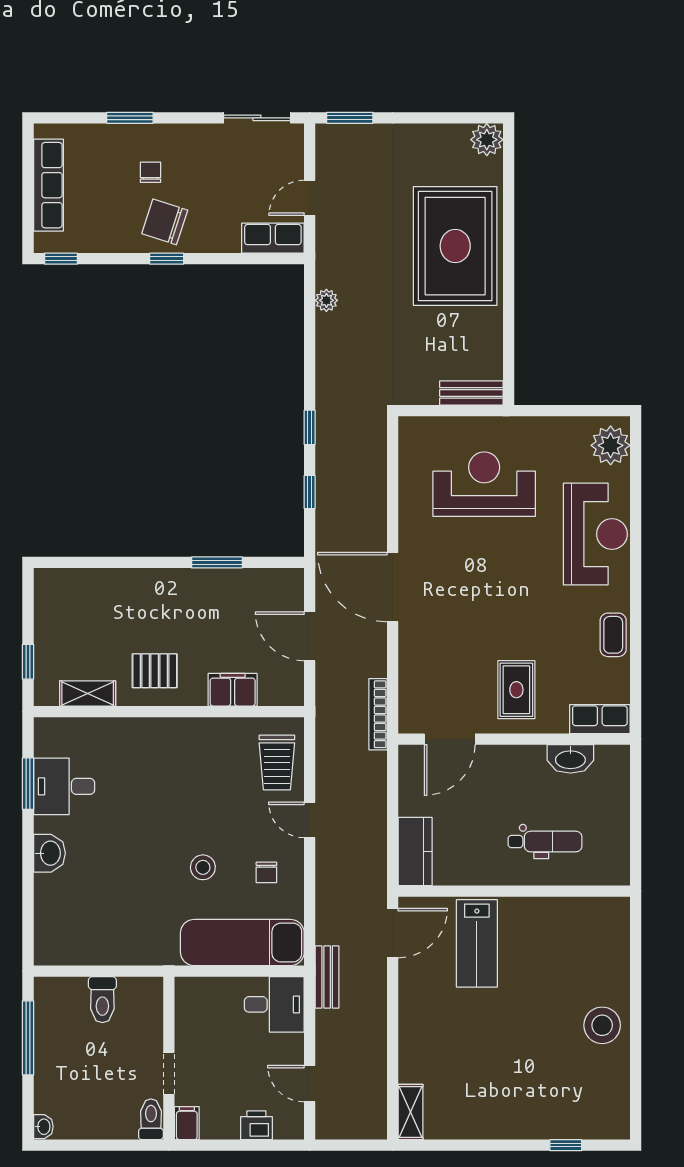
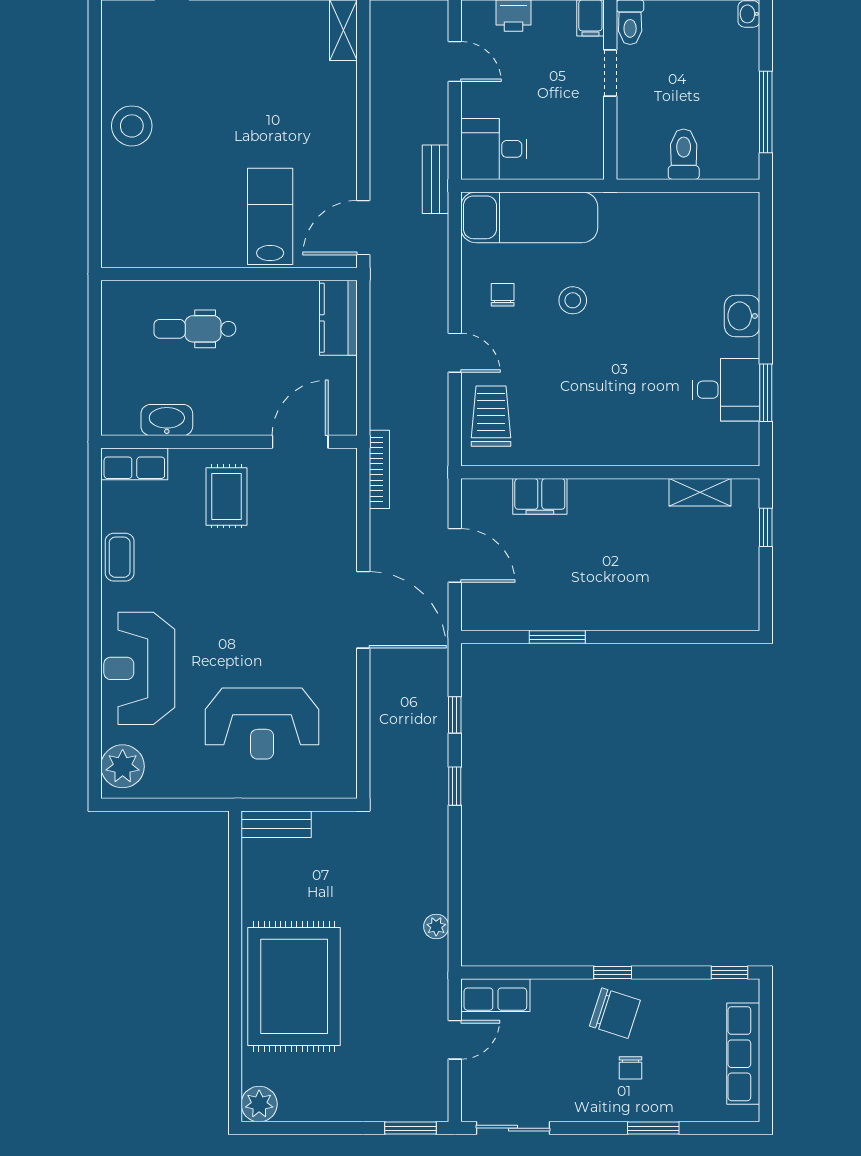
pallet: (155, 671) -> (626, 517), removed

